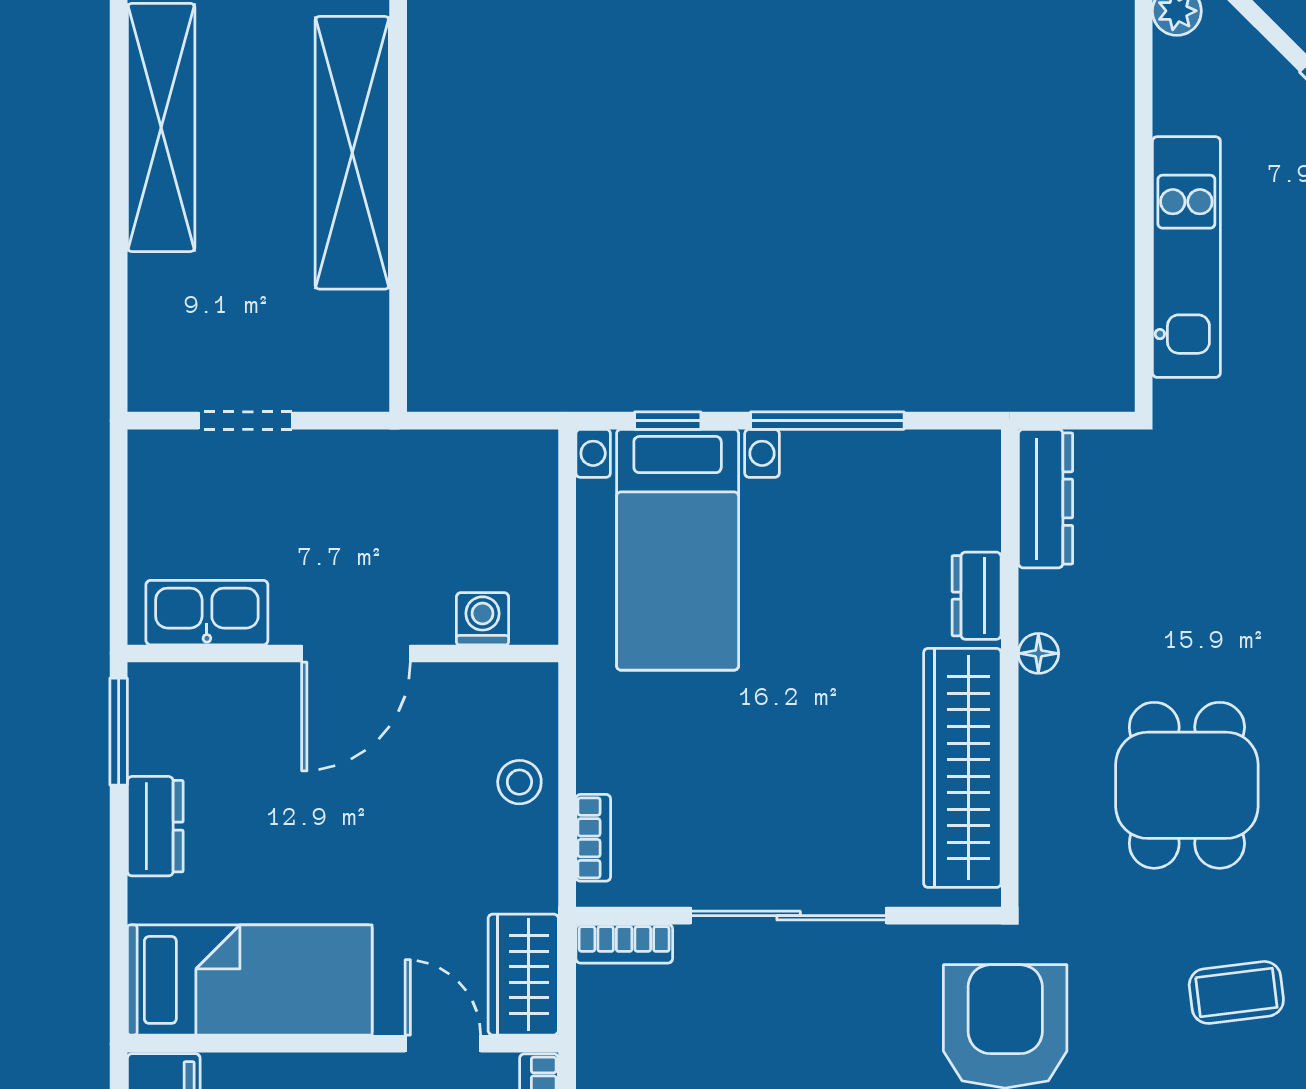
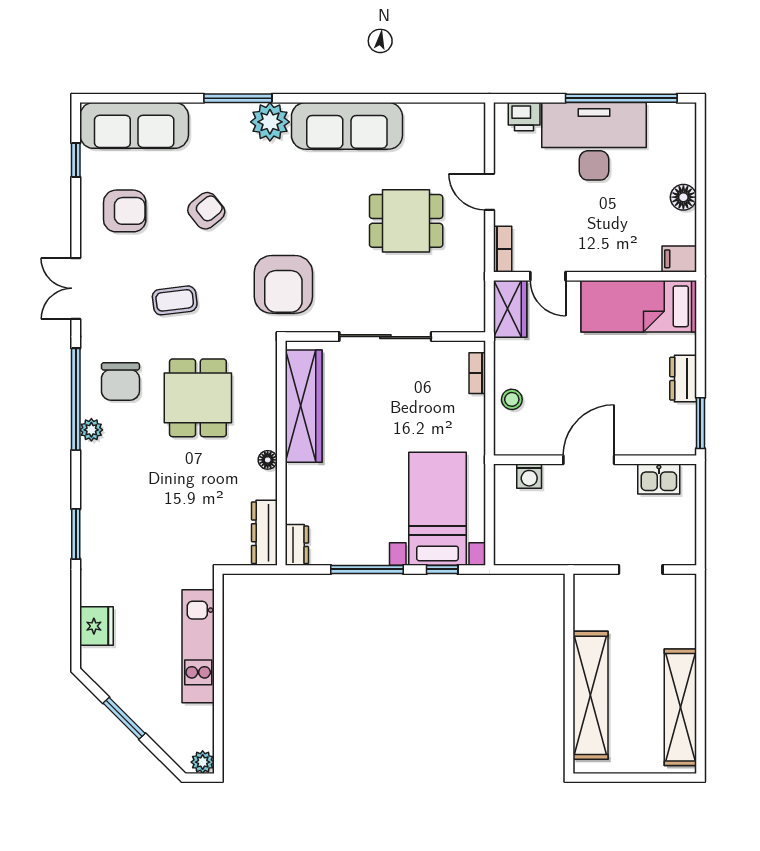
dresser: (977, 596) -> (297, 545), moved
kitchen sink: (207, 613) -> (659, 479), width x0.73
bookcase: (624, 944) -> (463, 323), removed

